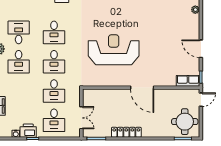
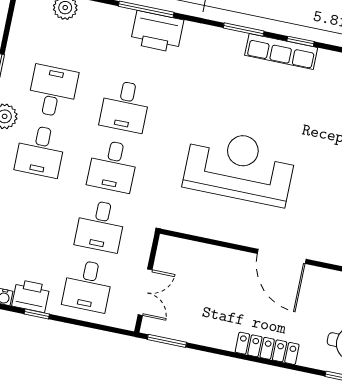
locker: (126, 132) -> (267, 348), moved

